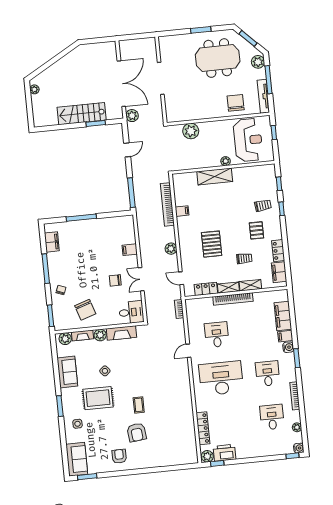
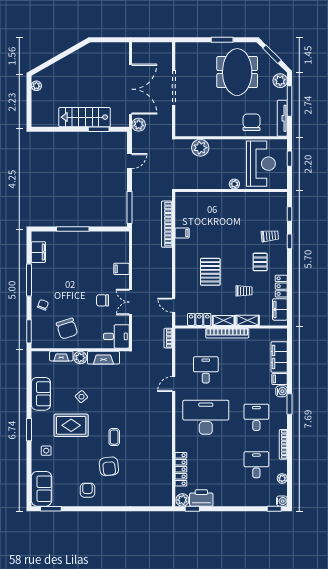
meeting table: (218, 58) -> (237, 72), turned 90
shelving: (215, 177) -> (221, 199), removed
plant: (171, 249) -> (166, 272), removed
plant: (65, 339) -> (42, 358), removed

